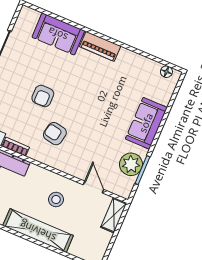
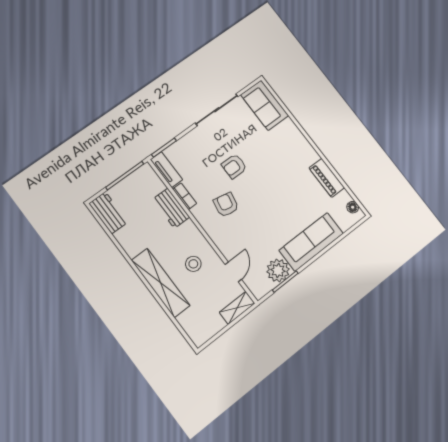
sofa: (58, 34) -> (265, 105), moved
piano: (100, 46) -> (327, 178), moved
sofa: (146, 123) -> (311, 242), width x1.36

